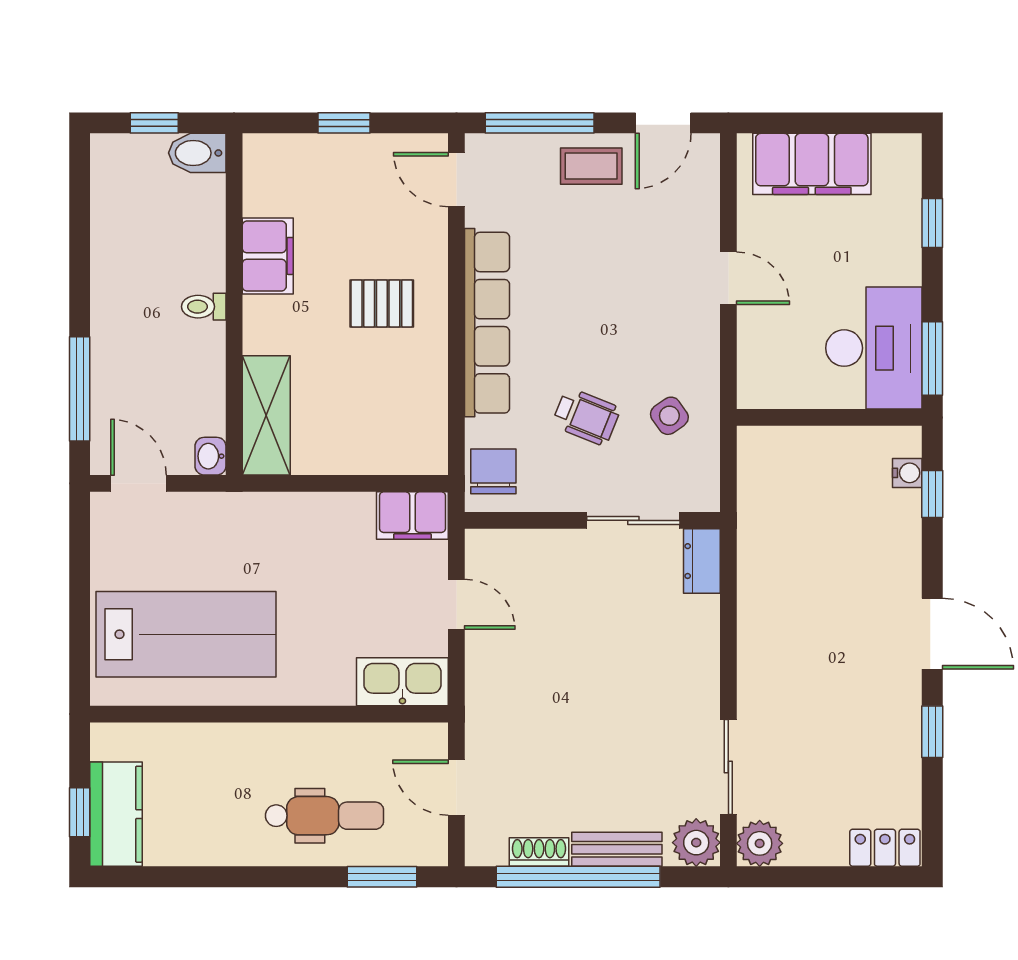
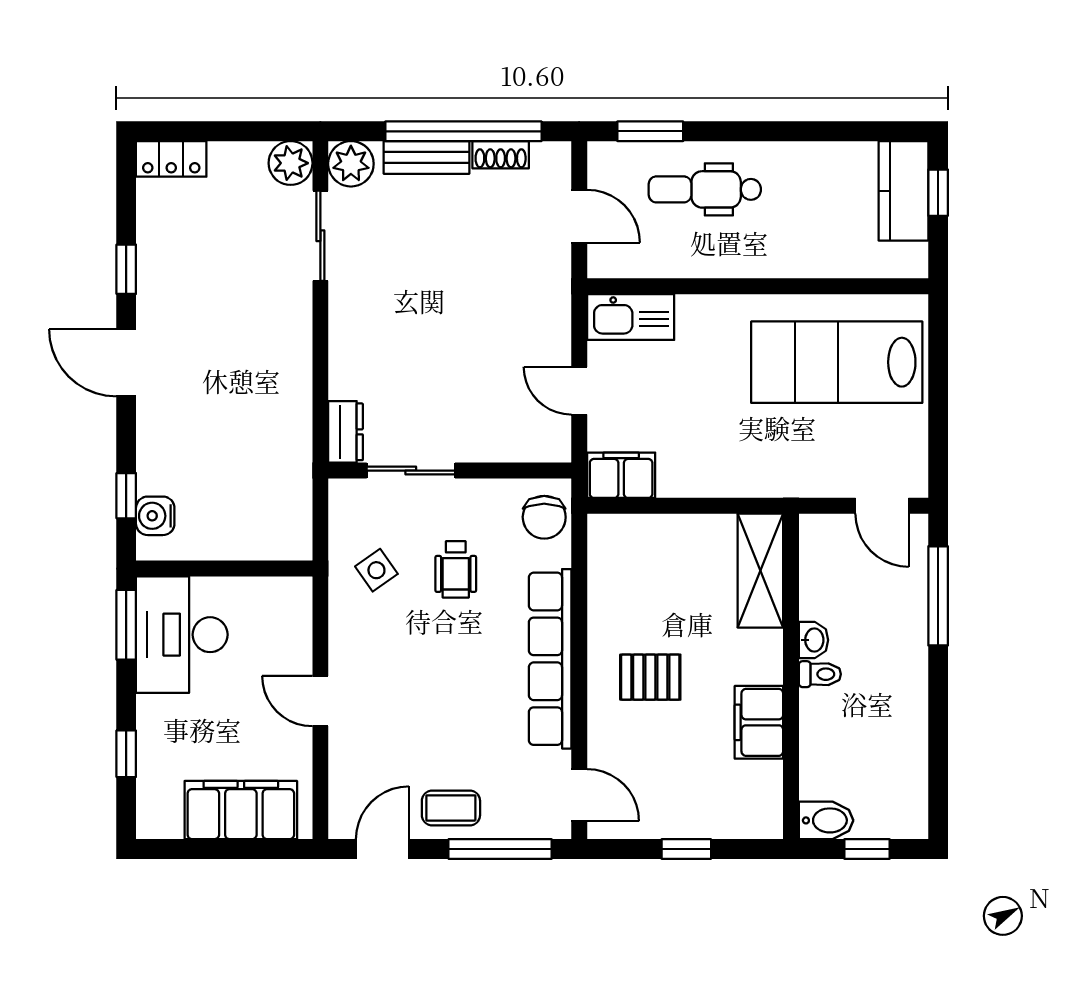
wheelchair: (586, 417) -> (456, 569), turned -112
washbasin: (210, 456) -> (813, 640), moved
water cooler: (907, 473) -> (155, 516), width x1.38, depth x1.38

